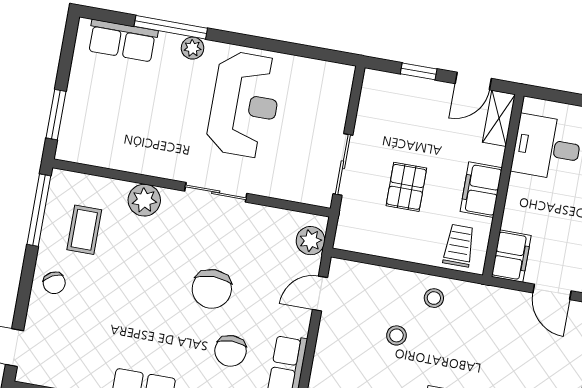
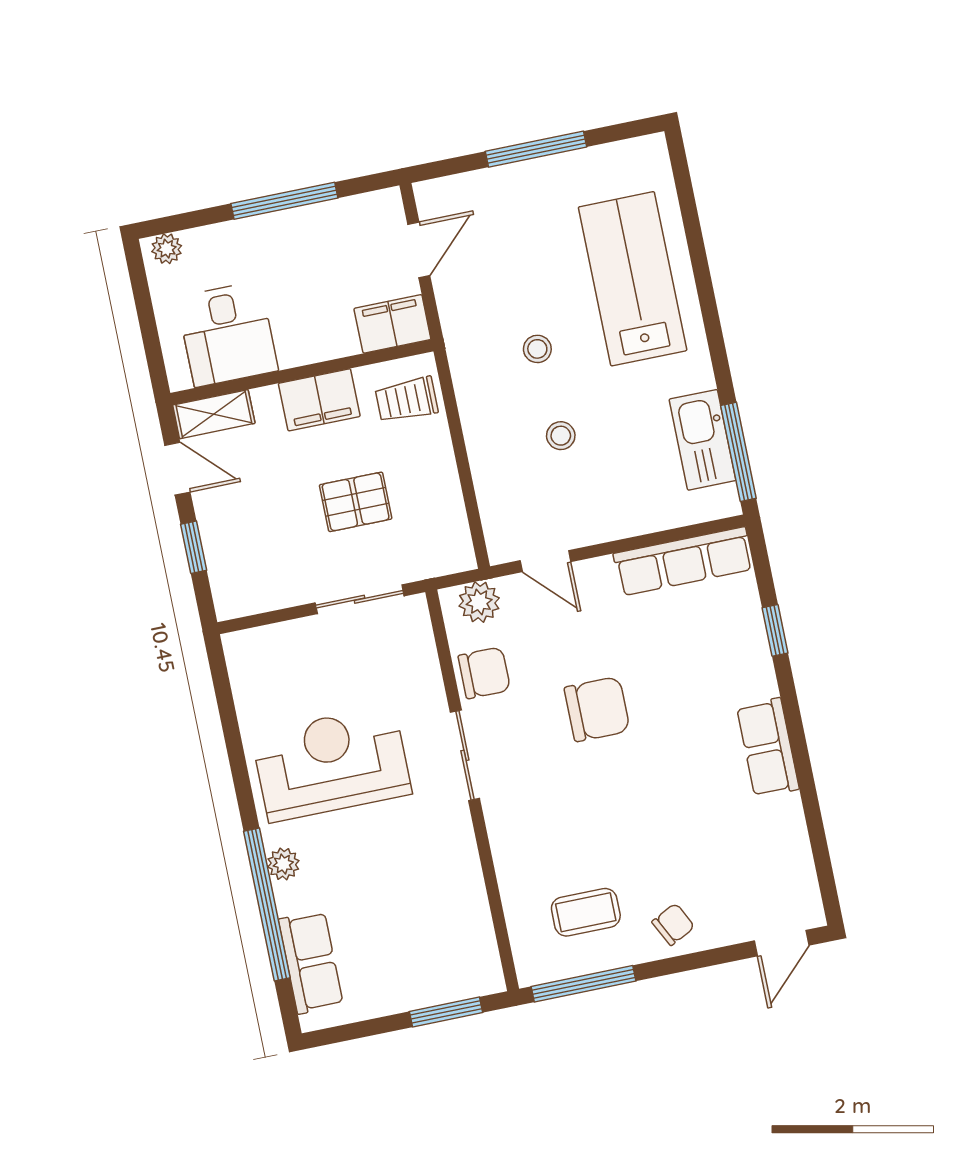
window: (171, 27) -> (267, 904), width x1.46
plant: (144, 200) -> (514, 847), removed
stool: (434, 298) -> (537, 349), moved
chair: (231, 351) -> (484, 673), moved

